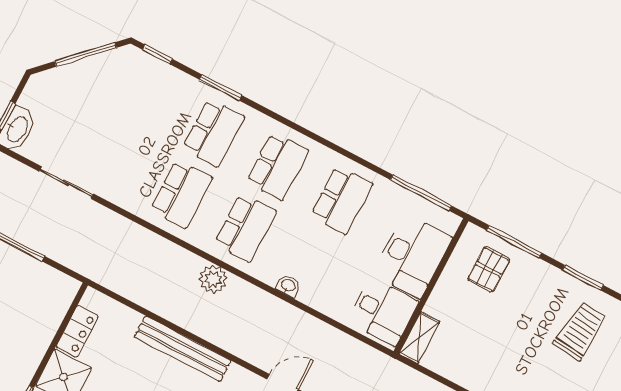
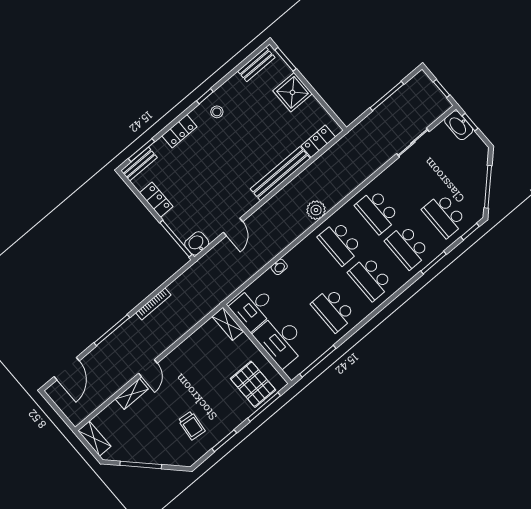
school desk: (149, 99) -> (444, 215), added
pallet: (489, 269) -> (253, 384), width x1.50, depth x1.42
washbasin: (288, 286) -> (279, 267), moved
locker: (77, 331) -> (318, 141), moved, turned 90
trolley: (580, 331) -> (192, 426), width x0.73, depth x0.72

